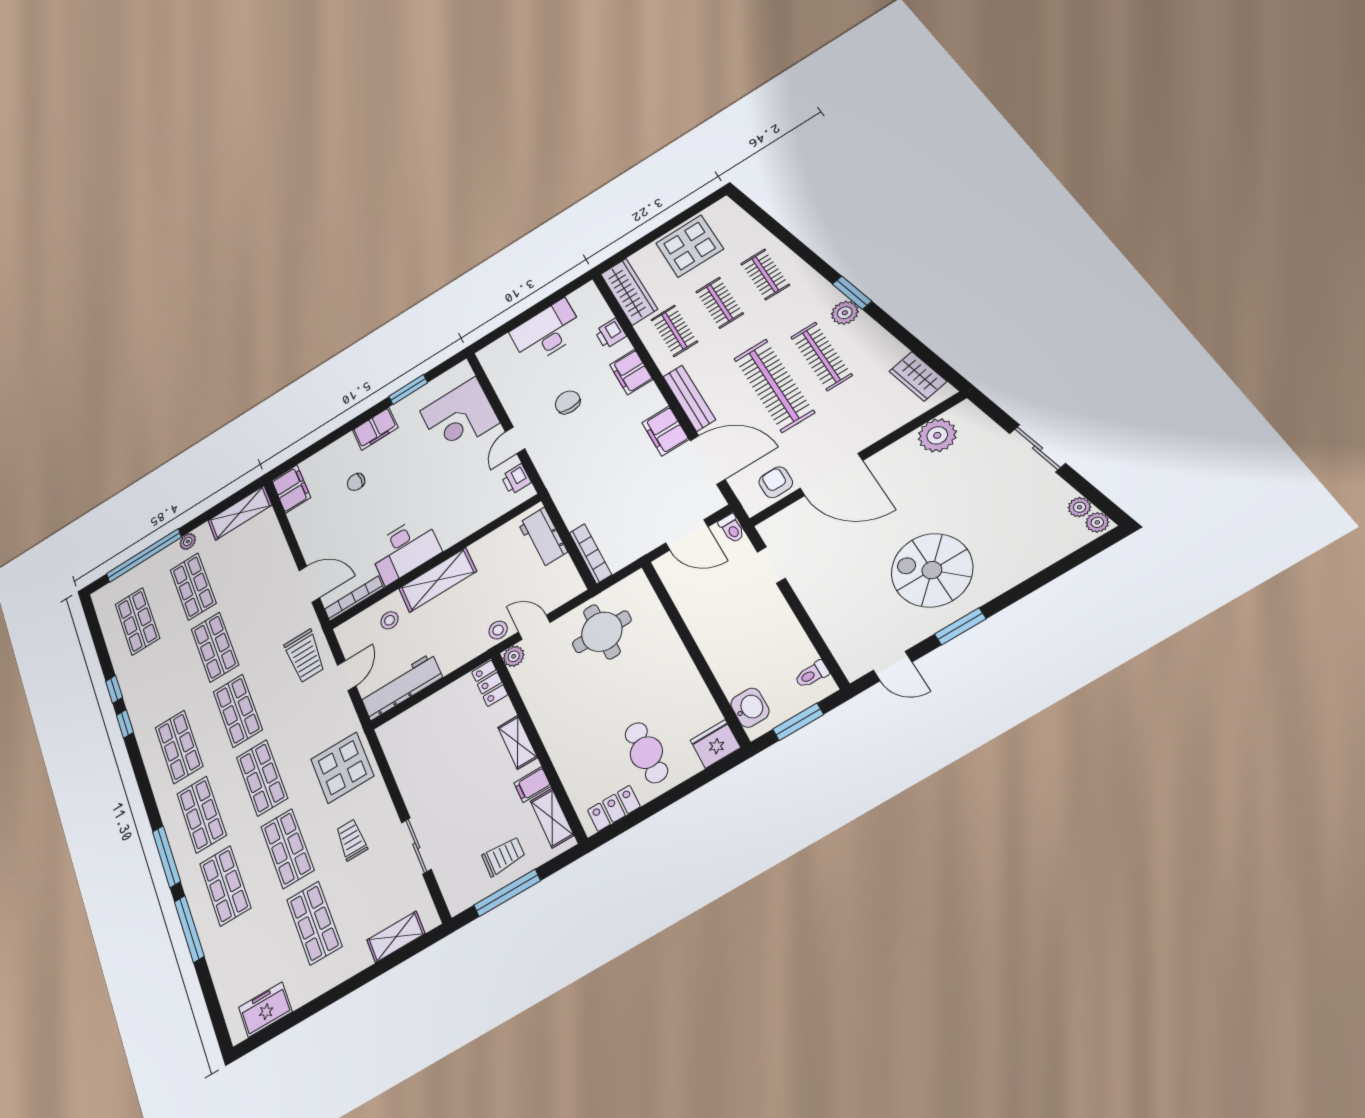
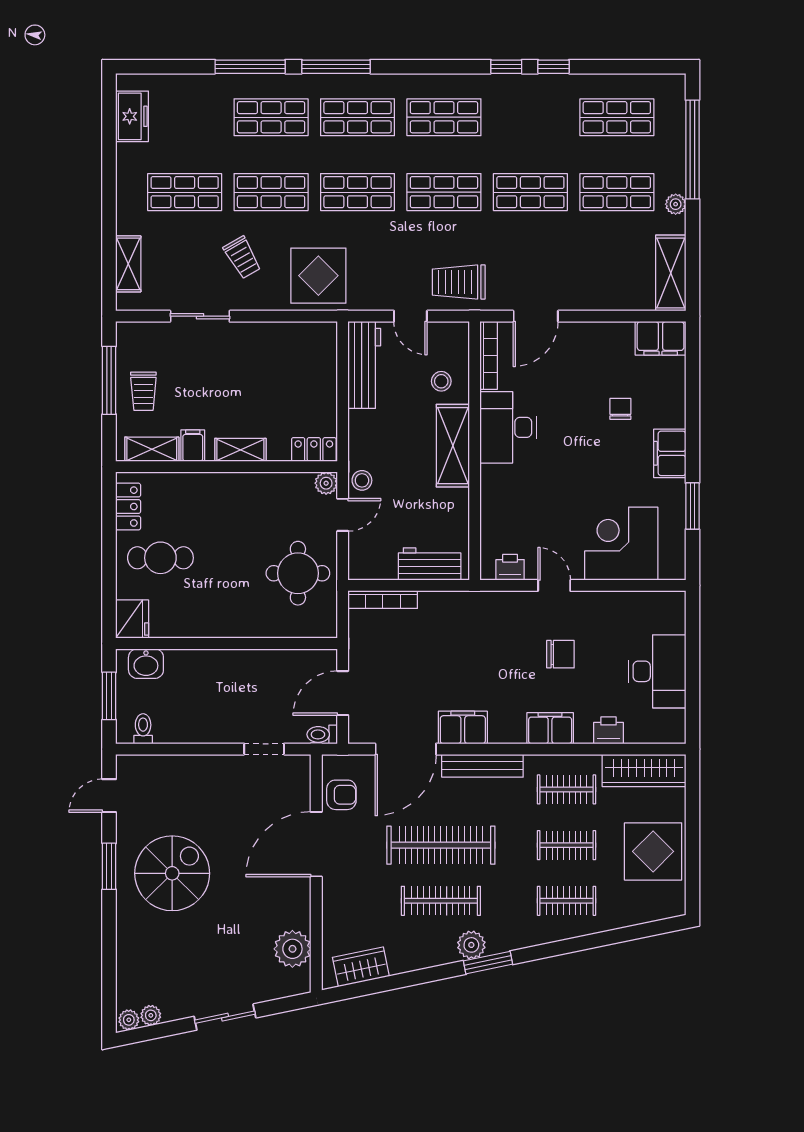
trolley: (352, 840) -> (242, 257), turned 60

